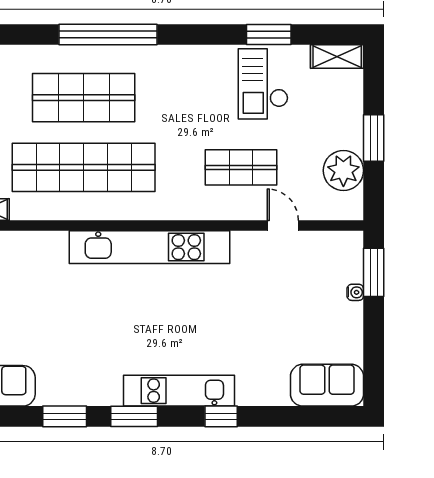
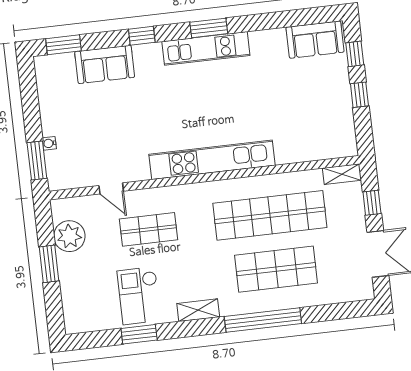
shelving: (337, 57) -> (198, 310), moved
checkout: (263, 84) -> (139, 296), turned 180
sofa: (327, 385) -> (105, 64), moved
kitchen unit: (179, 391) -> (206, 48), moved
window: (65, 416) -> (63, 45), moved

